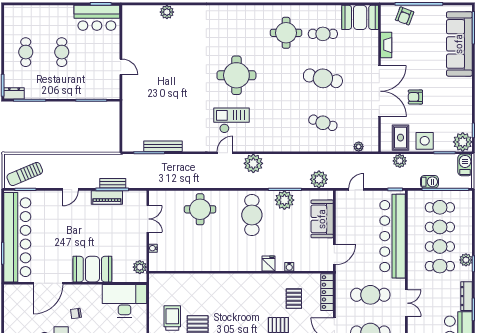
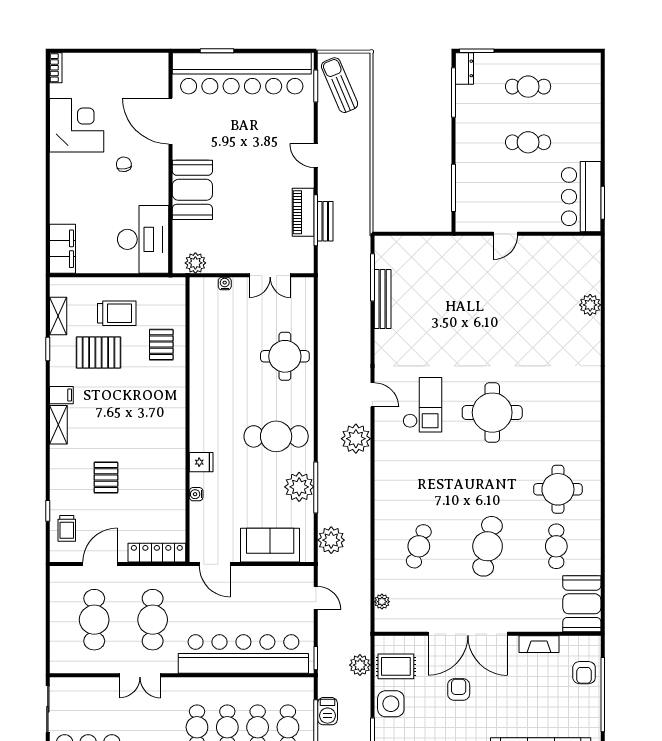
armchair: (405, 16) -> (584, 673), turned -111
pallet: (294, 299) -> (161, 345), moved, turned 90

